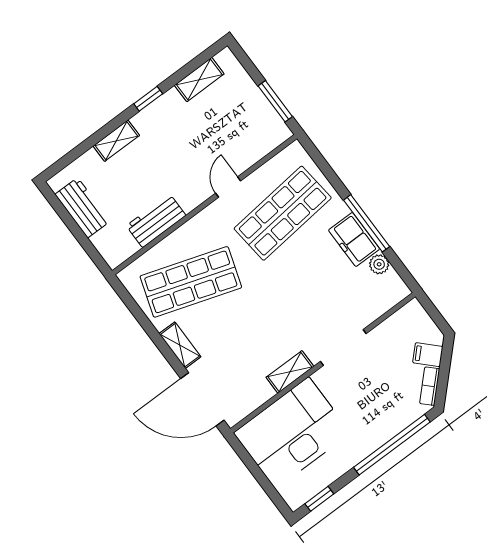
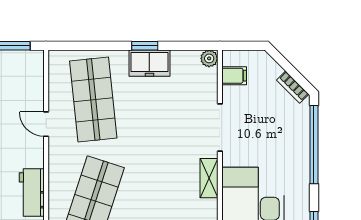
window: (367, 223) -> (145, 46), width x0.46
plant: (379, 264) -> (209, 58), moved
filing cabinet: (428, 355) -> (234, 76), moved, turned -135

